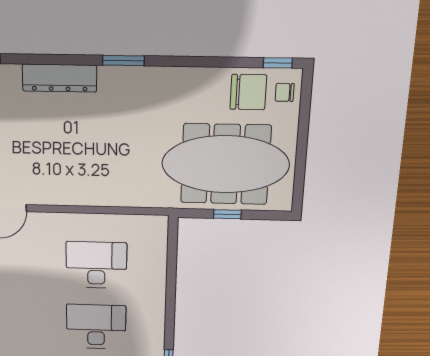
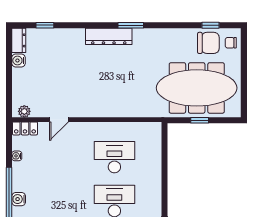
window: (278, 63) -> (210, 25), moved
dresser: (60, 78) -> (109, 36), moved

